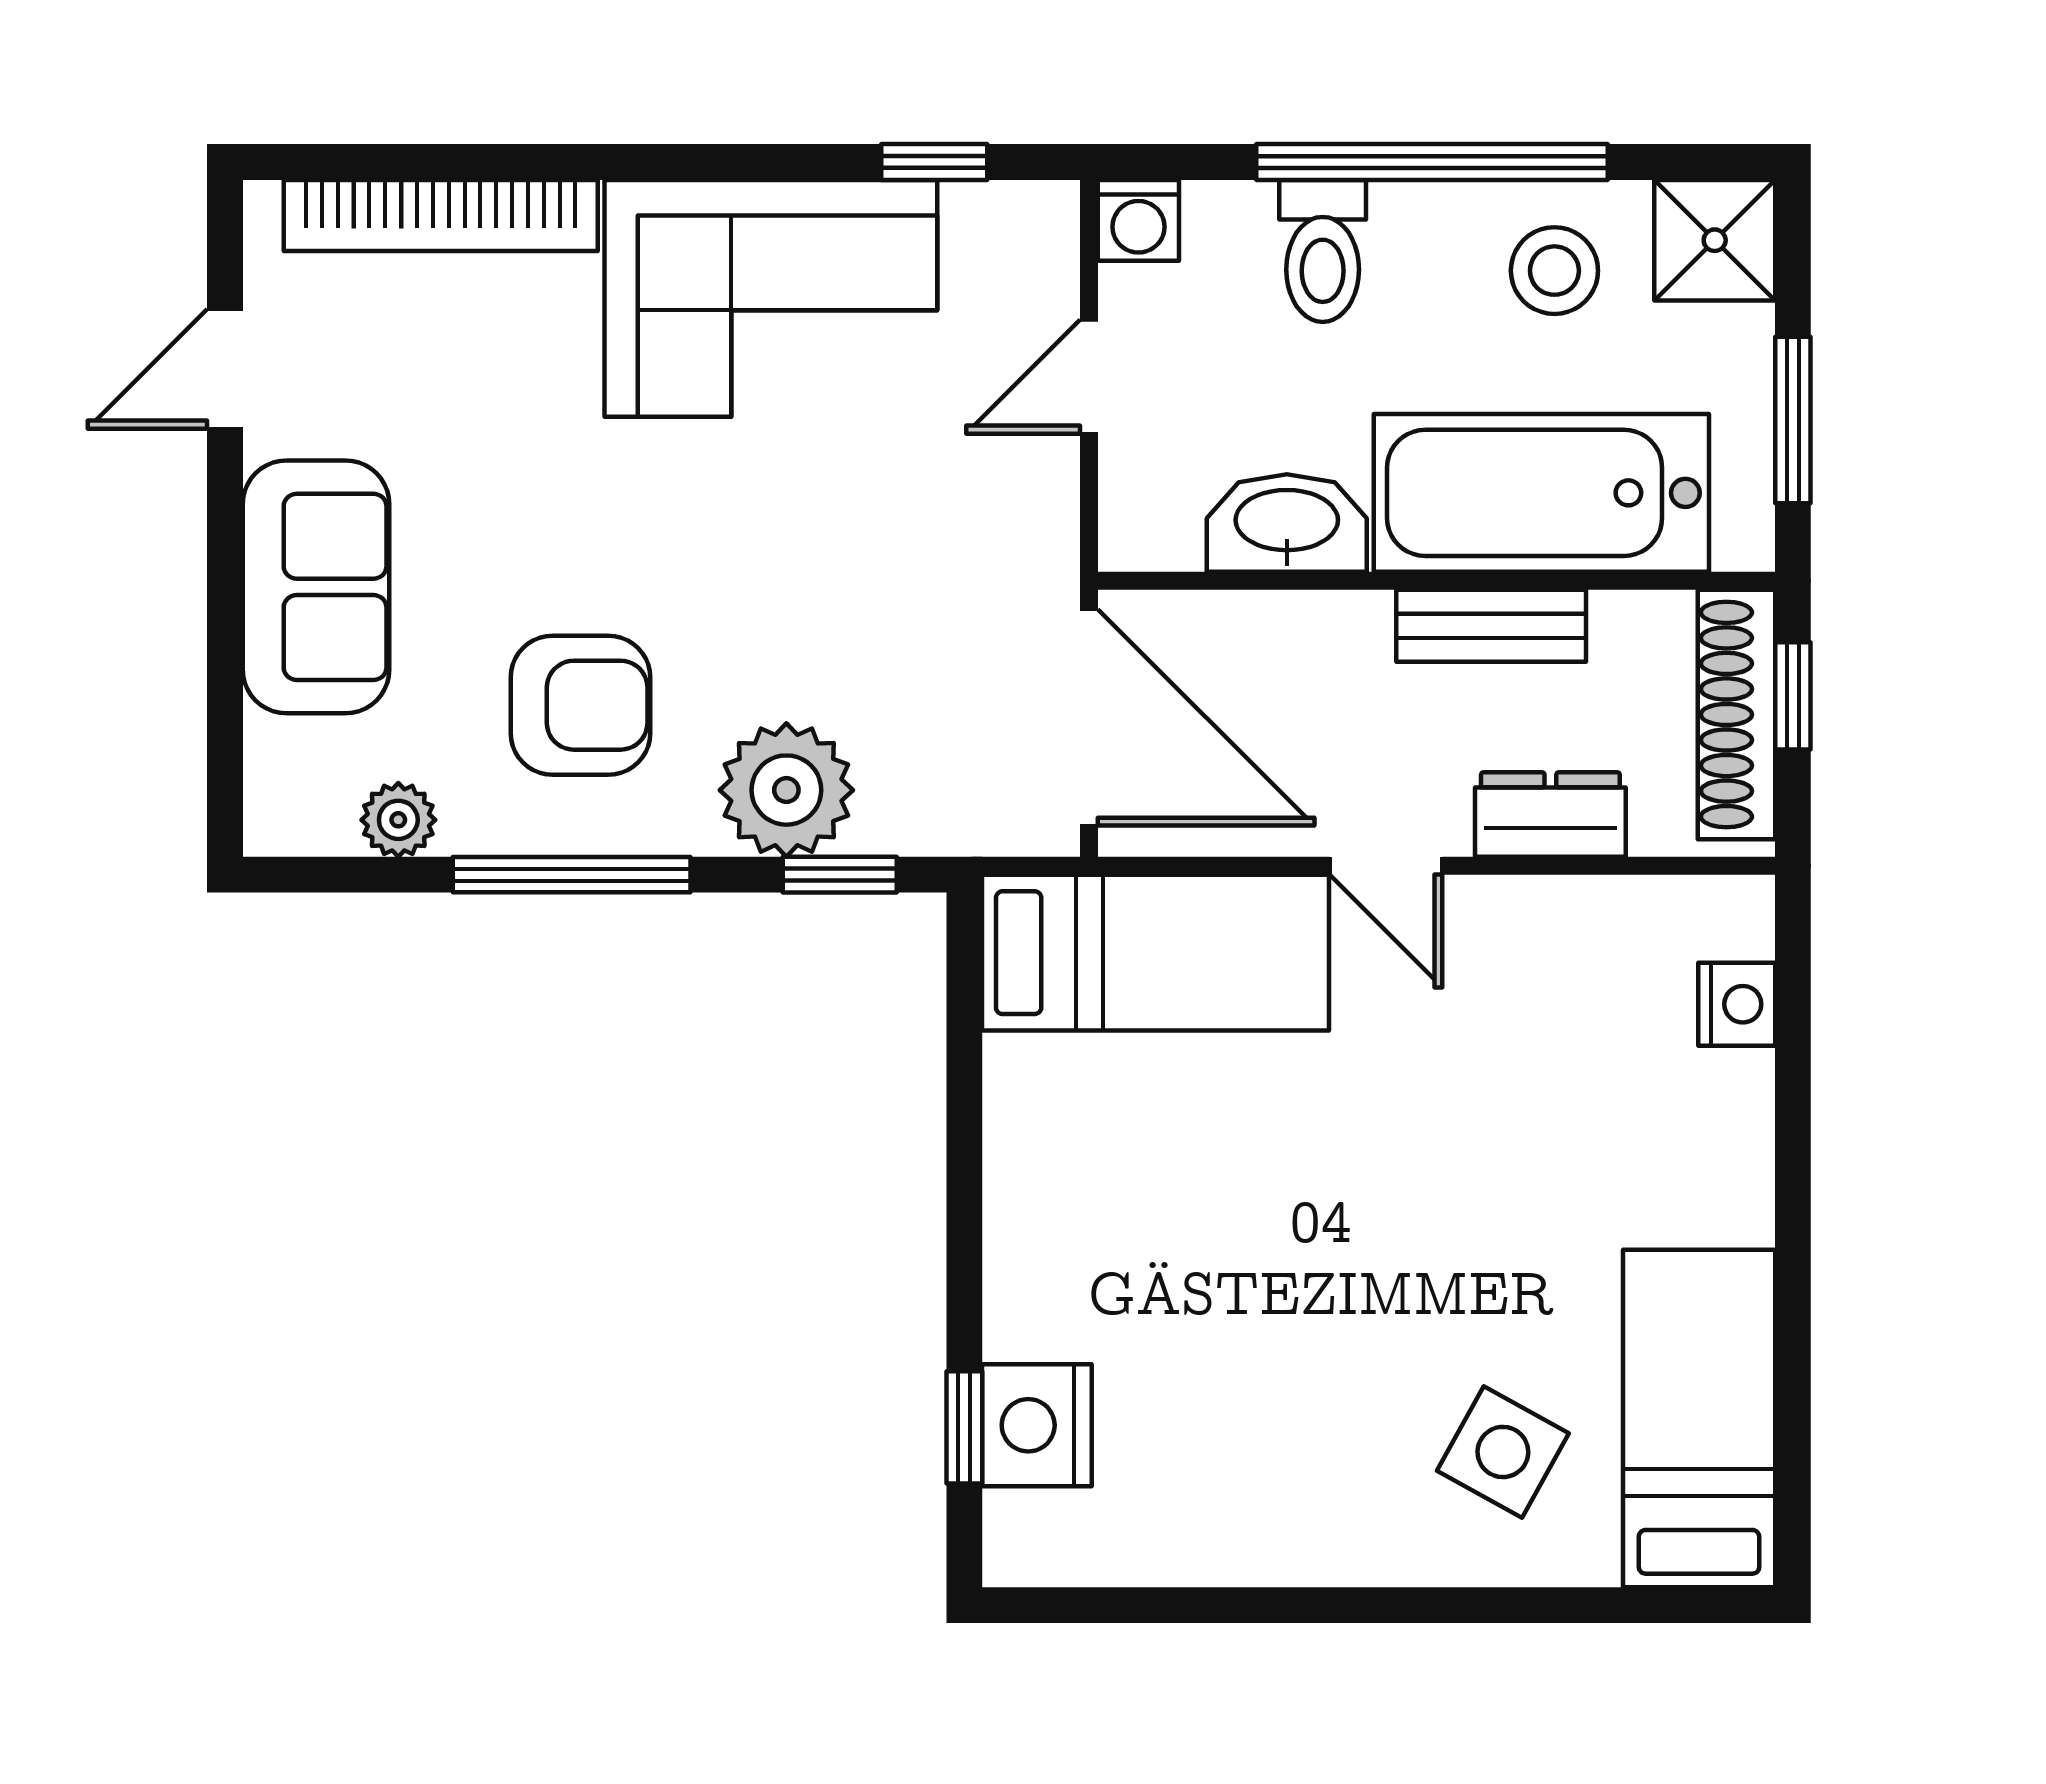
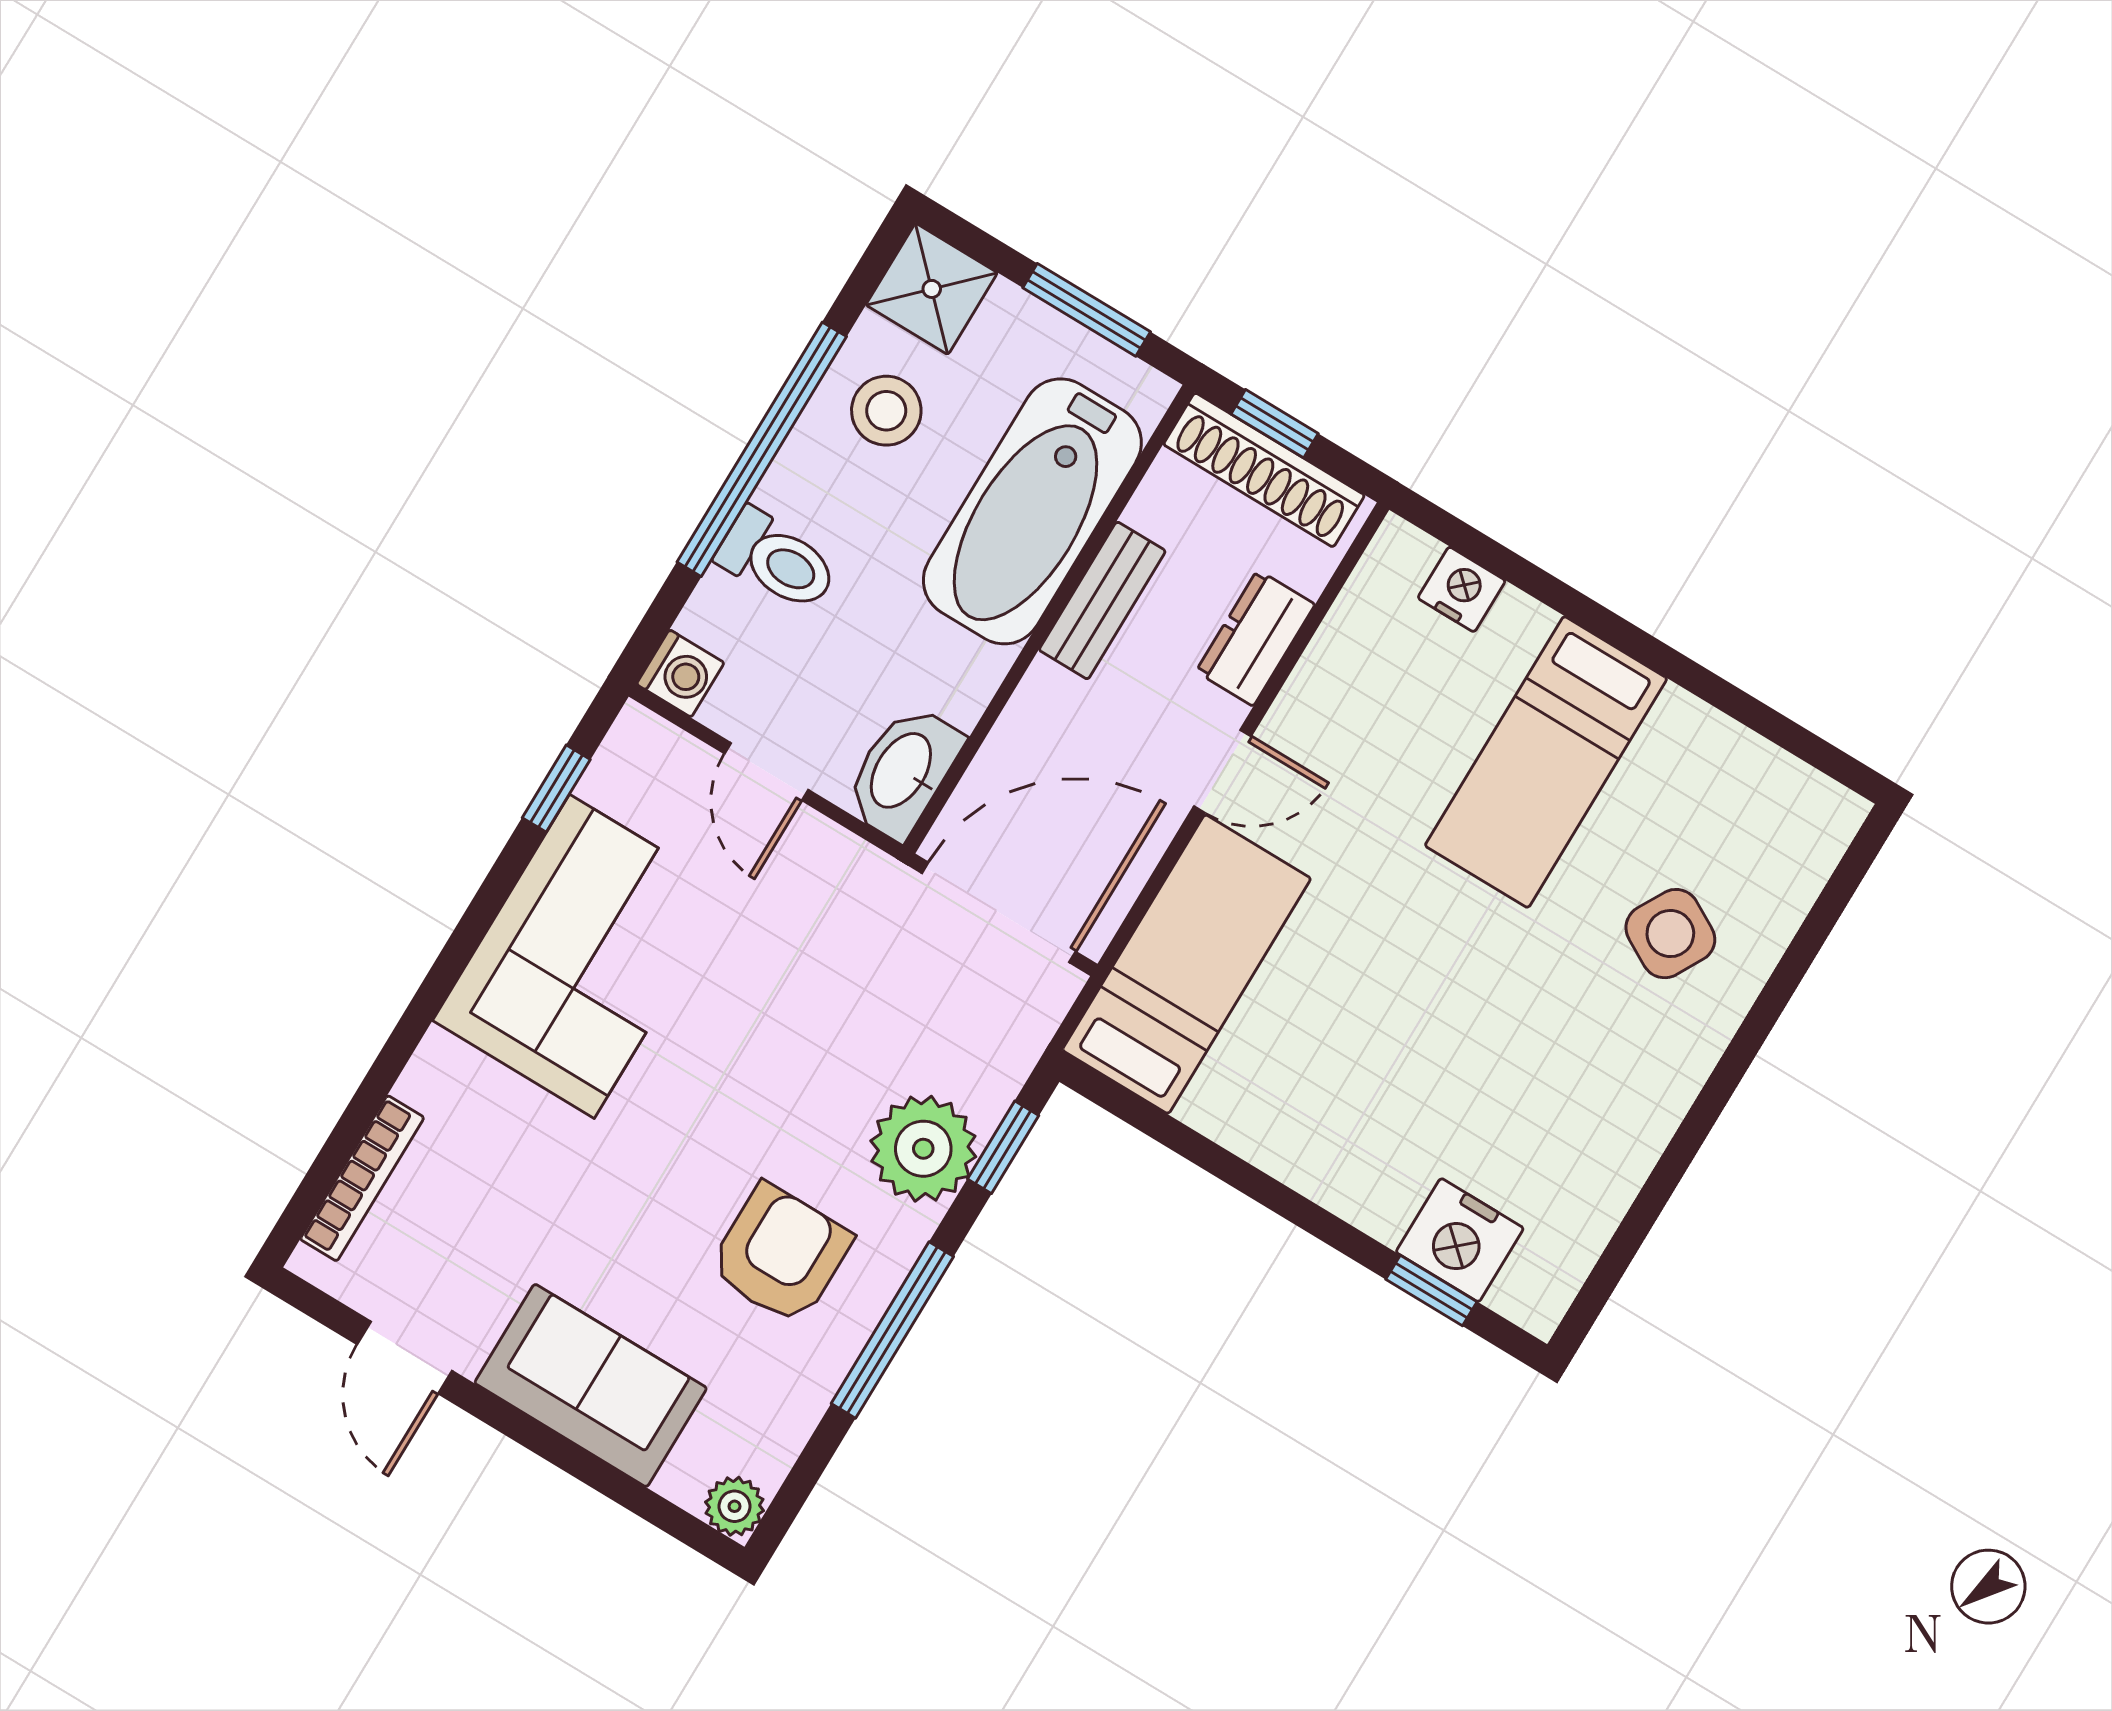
bookcase: (441, 215) -> (362, 1178), width x0.68, depth x0.76
washbasin: (1287, 523) -> (903, 772), moved
plant: (398, 820) -> (734, 1506), moved
bed: (1699, 1418) -> (1546, 762), moved, turned -90

